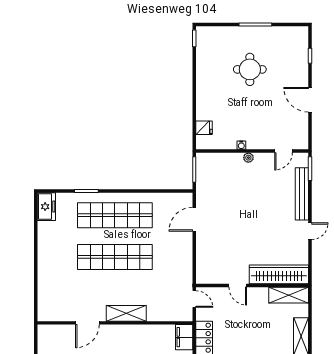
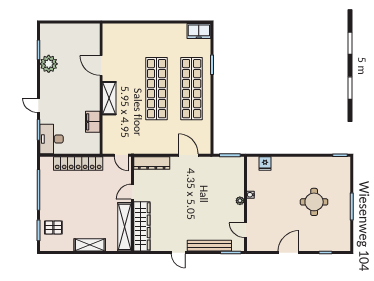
dresser: (203, 263) -> (152, 163), added
shelving: (289, 295) -> (124, 227), width x1.47
door: (194, 299) -> (121, 155), hinge flipped
filing cabinet: (184, 337) -> (93, 122), moved, turned -90

